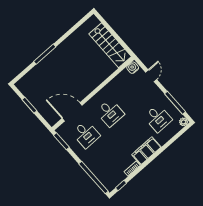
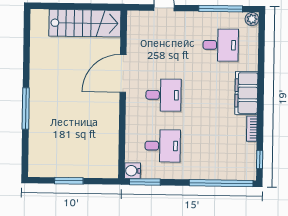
water cooler: (133, 68) -> (133, 171), moved
door: (72, 112) -> (123, 74), moved

